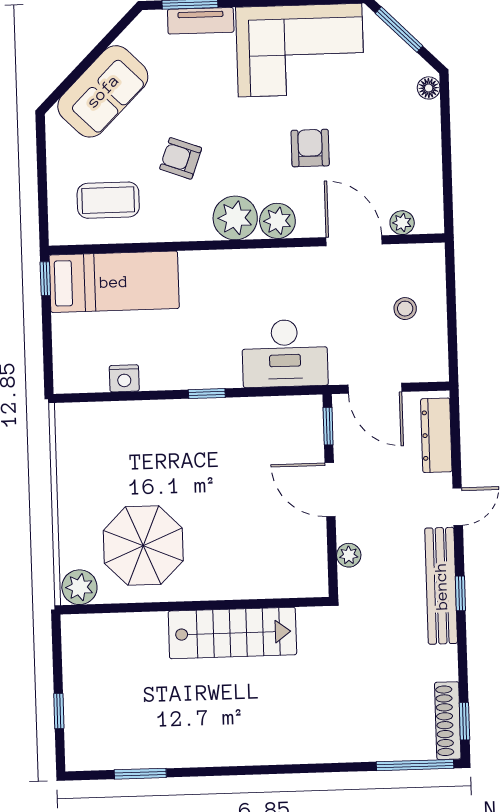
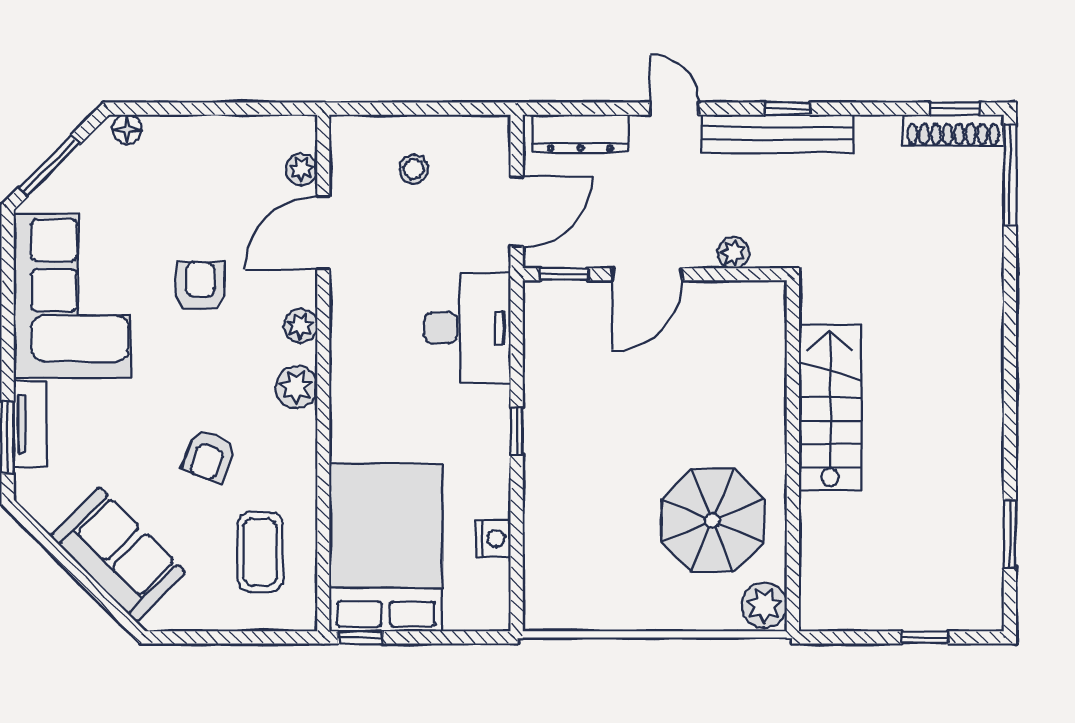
armchair: (310, 148) -> (200, 286), turned 90
plant: (235, 218) -> (296, 387), width x0.73, depth x0.73
plant: (277, 221) -> (301, 326), width x0.73, depth x0.73
bed: (114, 282) -> (386, 548), width x1.50

